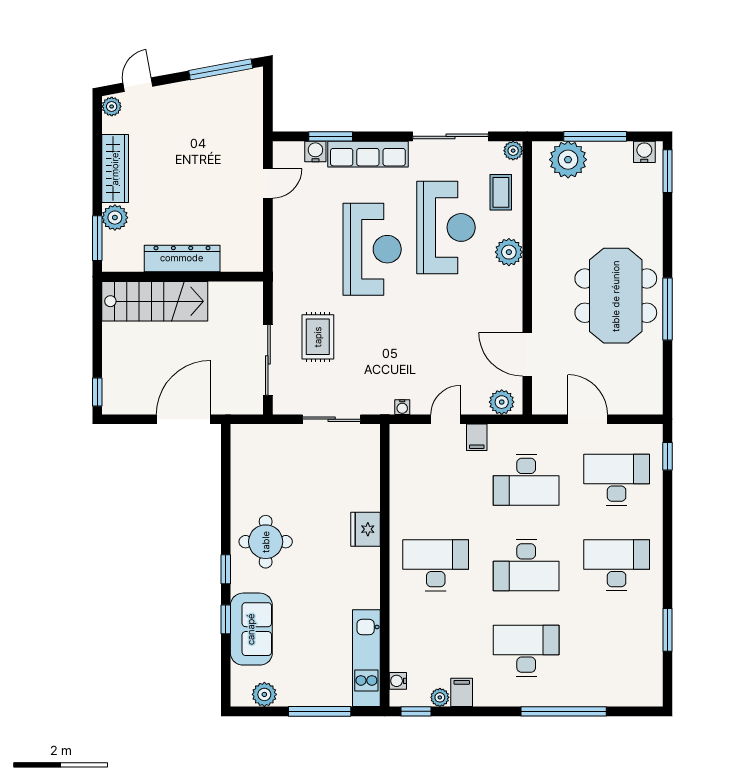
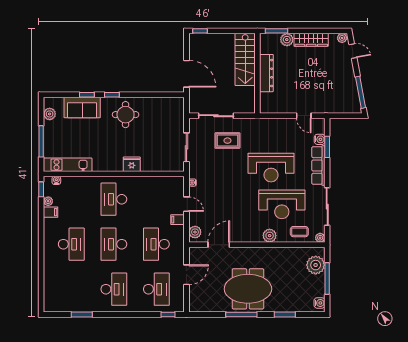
window: (668, 171) -> (285, 315), moved
desk: (436, 565) -> (114, 199), turned 180
window: (564, 711) -> (41, 263), removed

